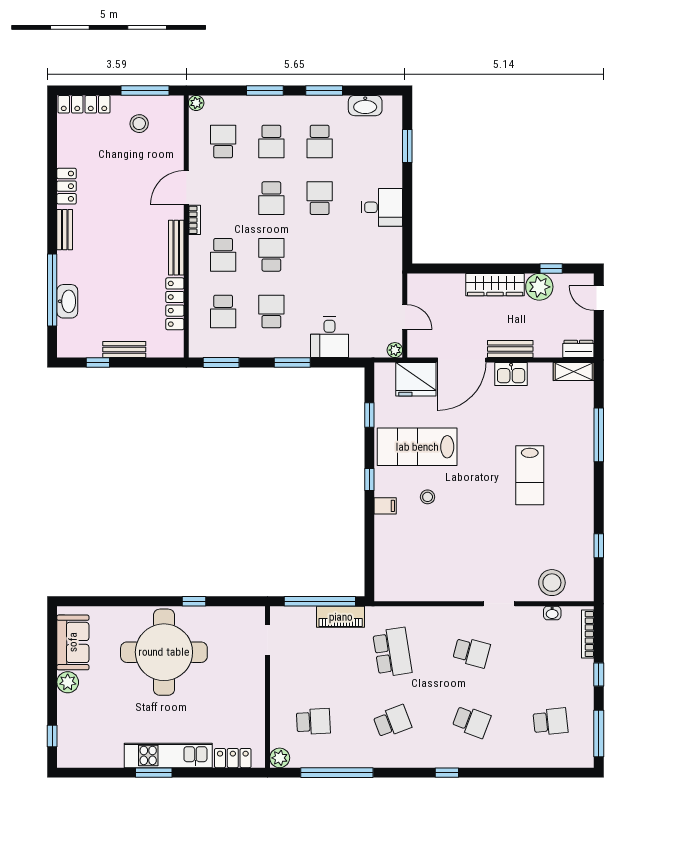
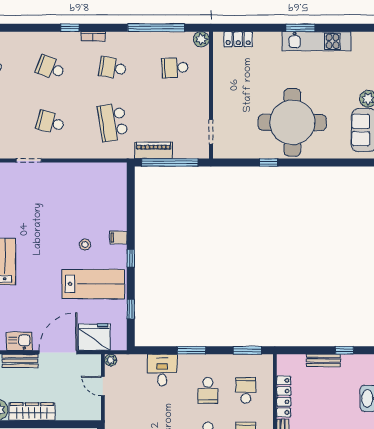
school desk: (392, 722) -> (113, 68), turned 30
kitchen unit: (168, 755) -> (317, 41), moved
bookcase: (417, 762) -> (93, 36), added

